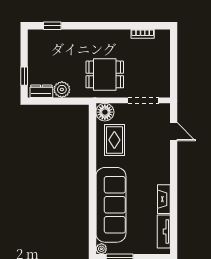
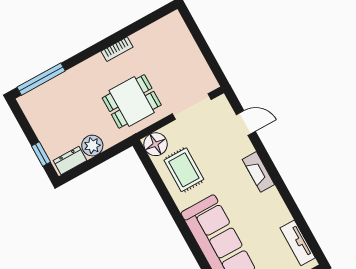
window: (52, 26) -> (41, 79), width x2.17
bookcase: (143, 34) -> (117, 49), moved
fireplace: (164, 199) -> (258, 172), moved

